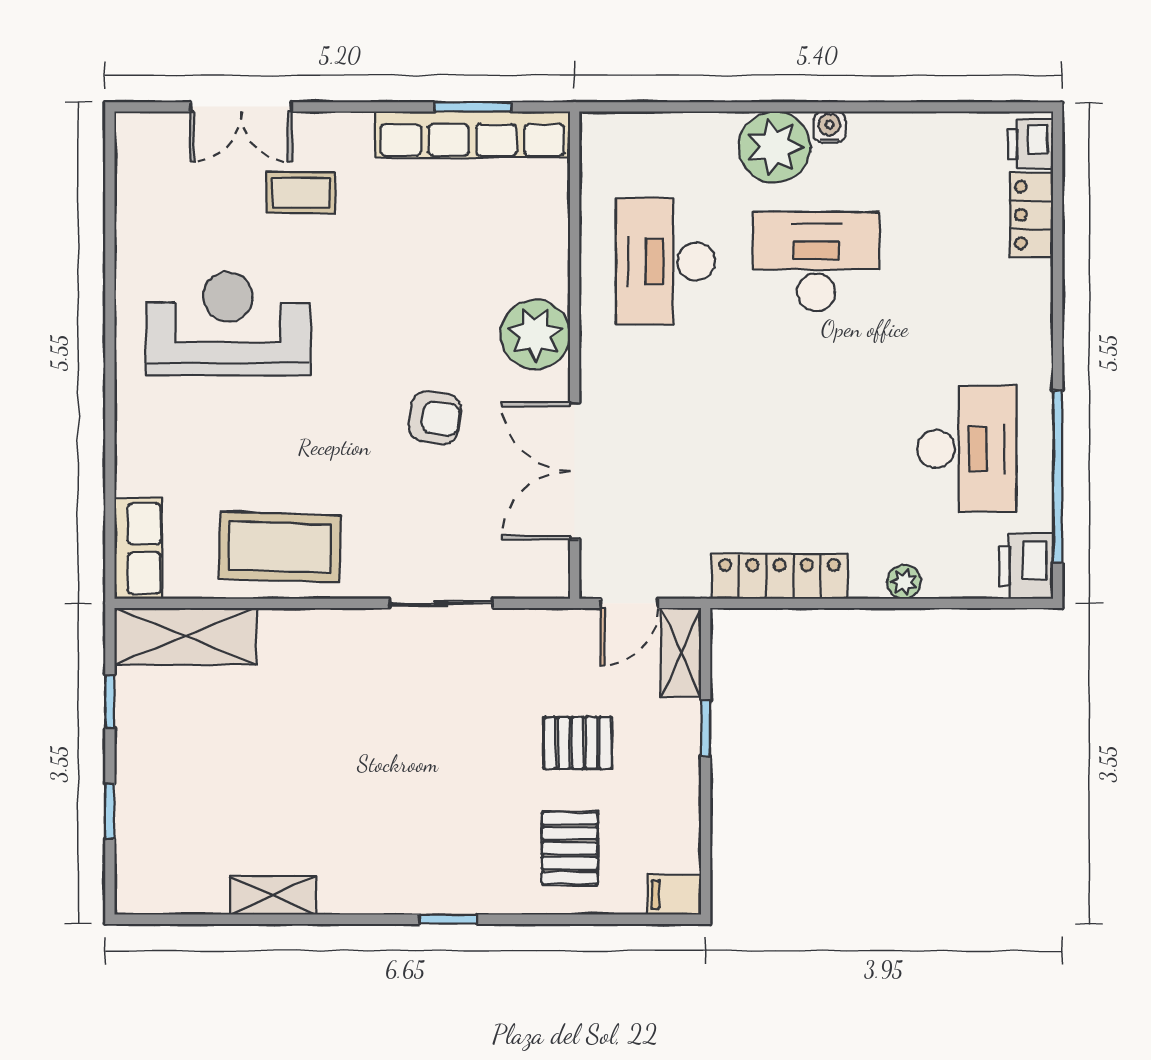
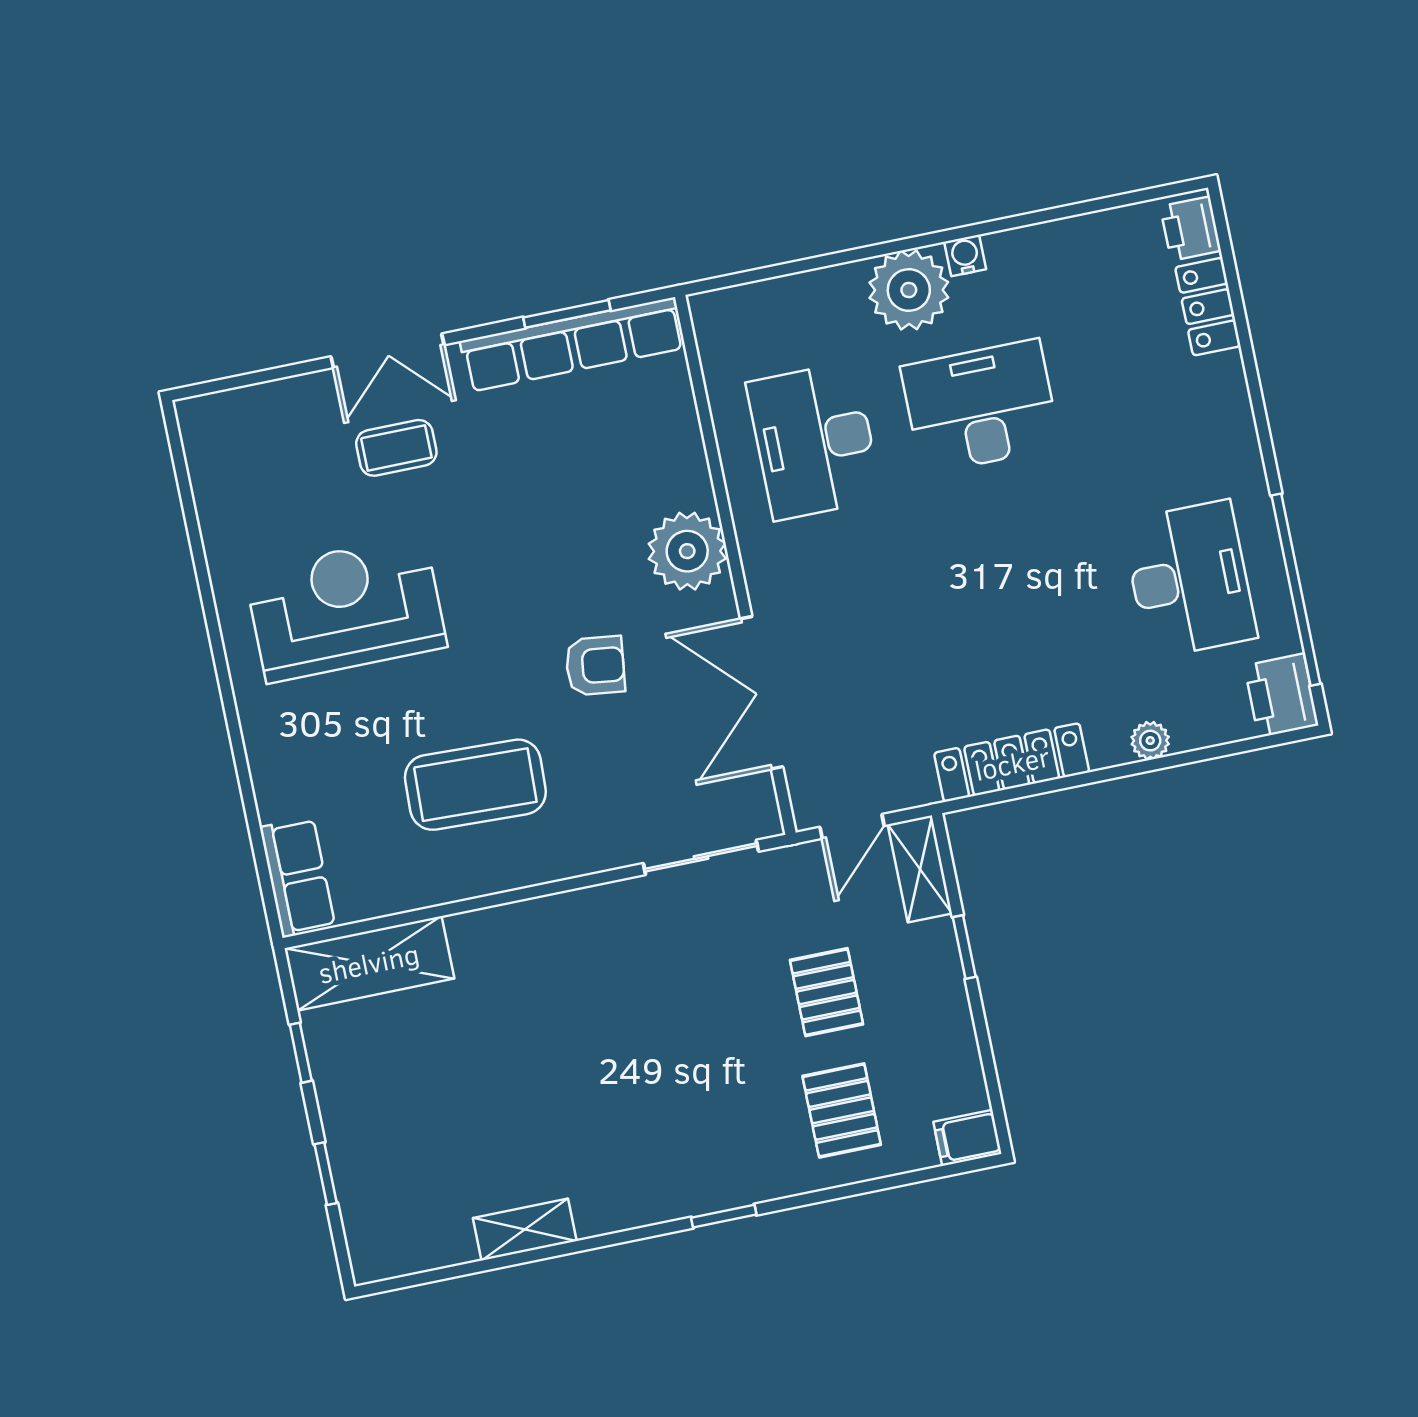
double door: (241, 107) -> (387, 351), moved
coffee table: (280, 547) -> (475, 785), moved
sliding door: (441, 603) -> (701, 857), moved
pallet: (578, 743) -> (826, 992), turned 90

